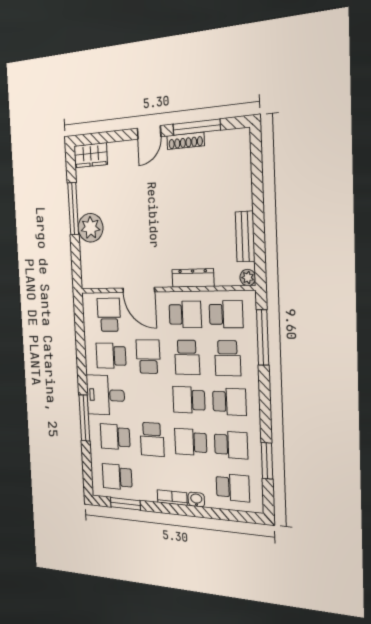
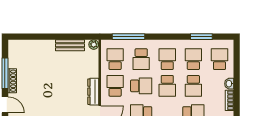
dresser: (193, 278) -> (93, 92), moved
school desk: (228, 358) -> (141, 59), turned 90

